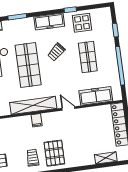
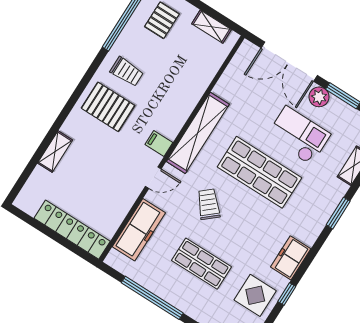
freezer: (49, 22) -> (291, 258), width x0.71
trolley: (56, 52) -> (209, 204), moved
filing cabinet: (37, 120) -> (159, 143), moved
shelving: (106, 158) -> (55, 152), moved

